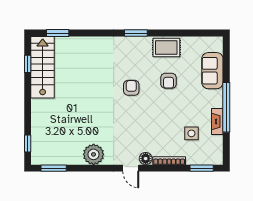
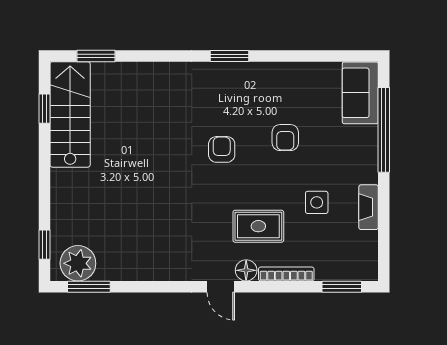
rug: (166, 48) -> (258, 226), moved
sofa: (212, 71) -> (360, 93), moved
window: (226, 107) -> (384, 130), moved
side table: (191, 133) -> (317, 202), moved
plant: (94, 154) -> (78, 263), moved

